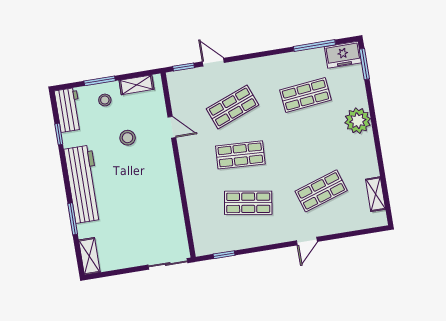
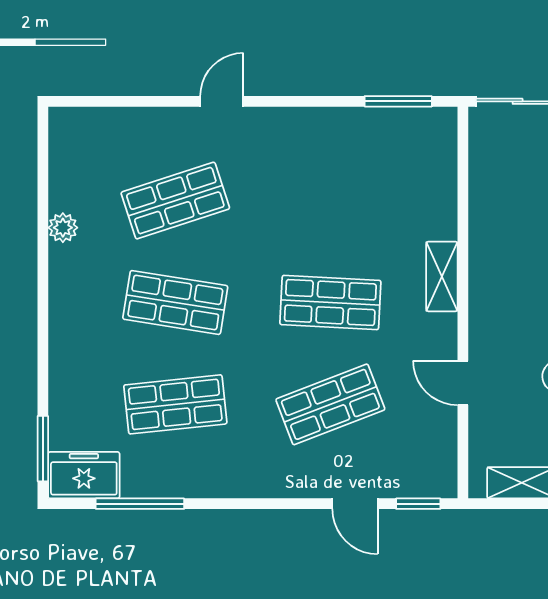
plant: (358, 121) -> (63, 228), moved, width x0.53, depth x0.53
shelving: (376, 194) -> (442, 276), moved
shop shelf: (248, 203) -> (175, 302), moved
window: (224, 255) -> (398, 101), width x1.50

